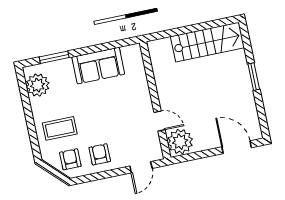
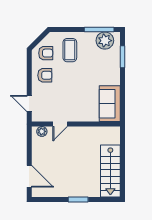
sofa: (98, 66) -> (110, 104), moved
window: (25, 96) -> (99, 29), added
plant: (180, 142) -> (42, 131), width x0.53, depth x0.53
door: (237, 147) -> (29, 176), hinge flipped

